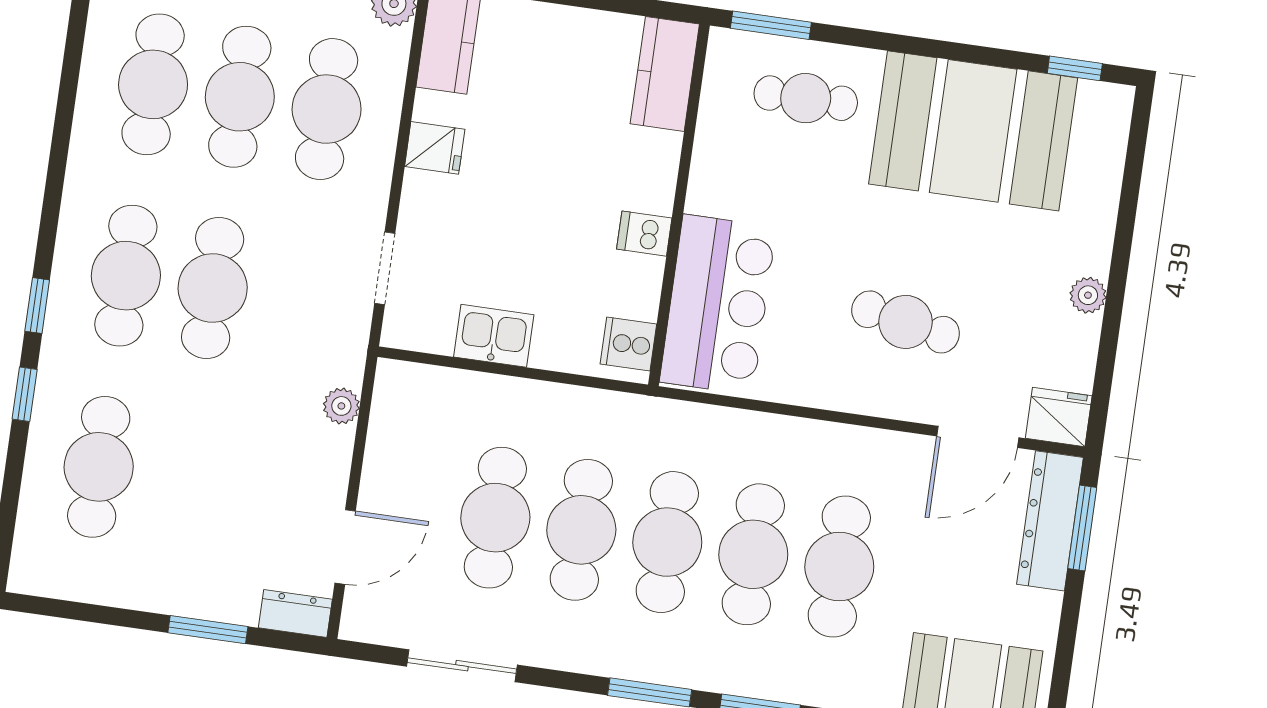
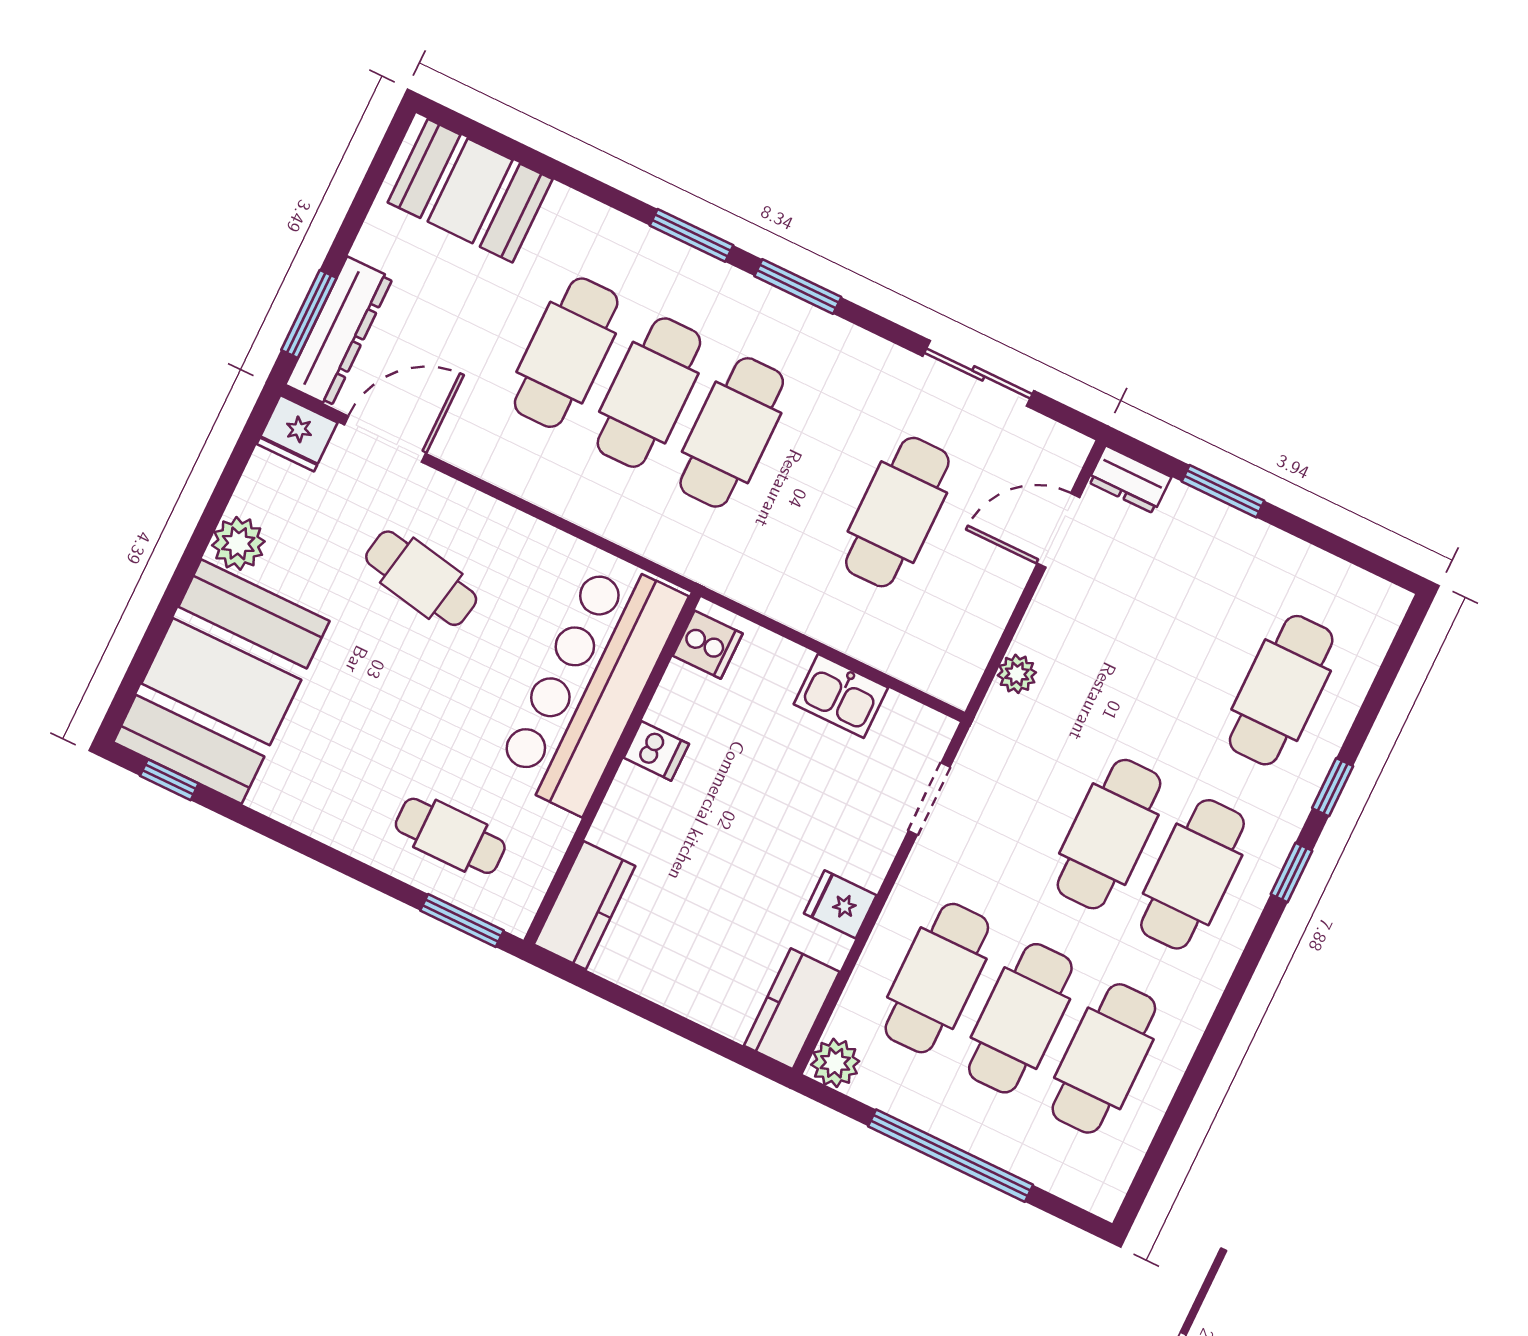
booth: (973, 131) -> (221, 682), moved, turned 90
plant: (1088, 295) -> (238, 543), width x1.38, depth x1.38
bar counter: (718, 305) -> (591, 685), width x1.36
cafe table: (581, 530) -> (815, 472), removed

